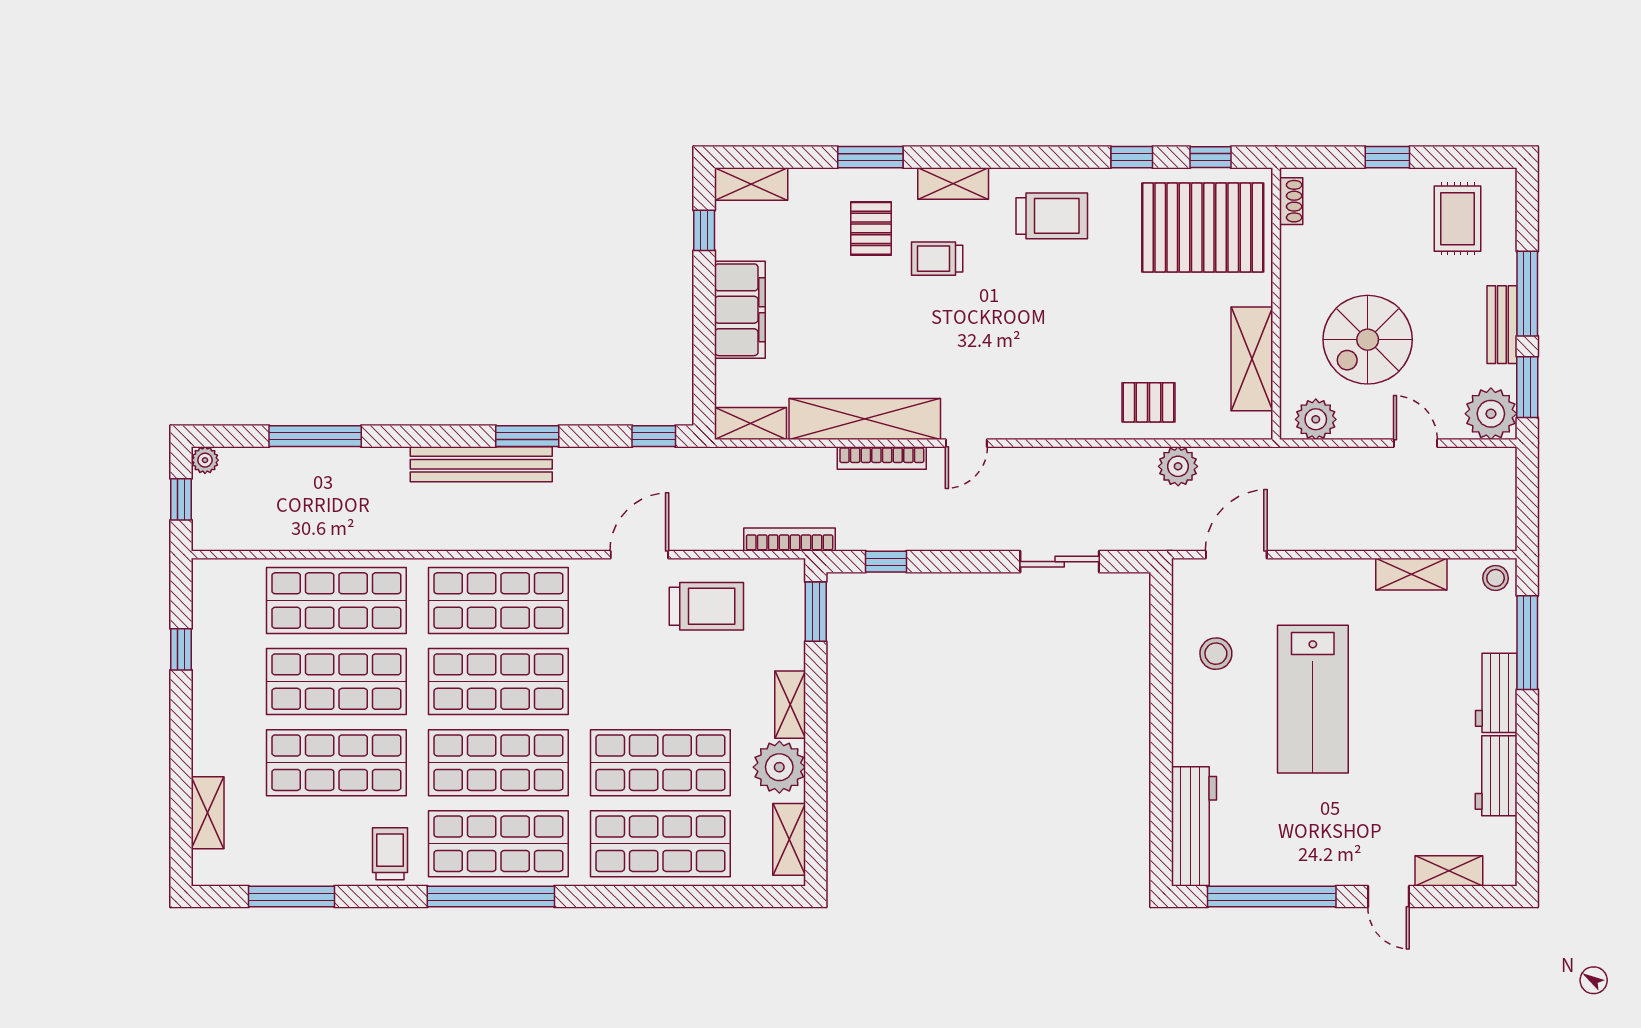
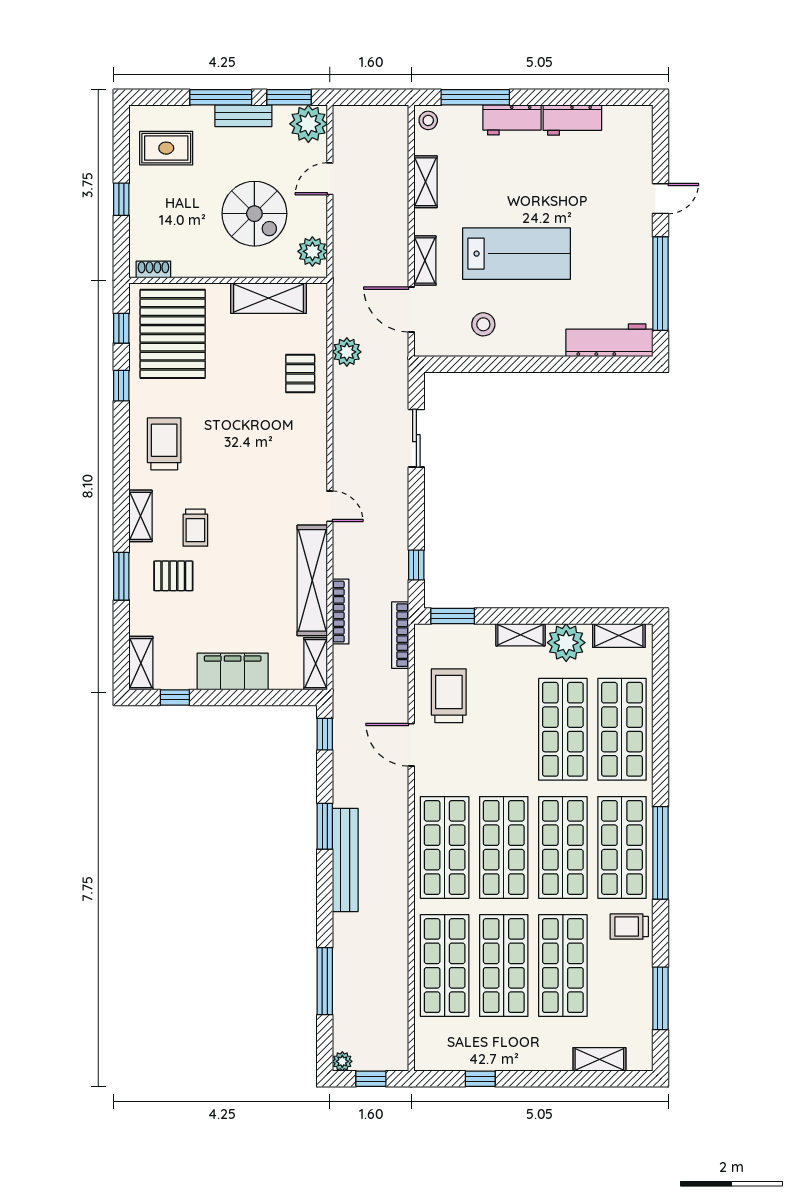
bookcase: (882, 458) -> (341, 612), moved
shelving: (1449, 871) -> (425, 261), moved

